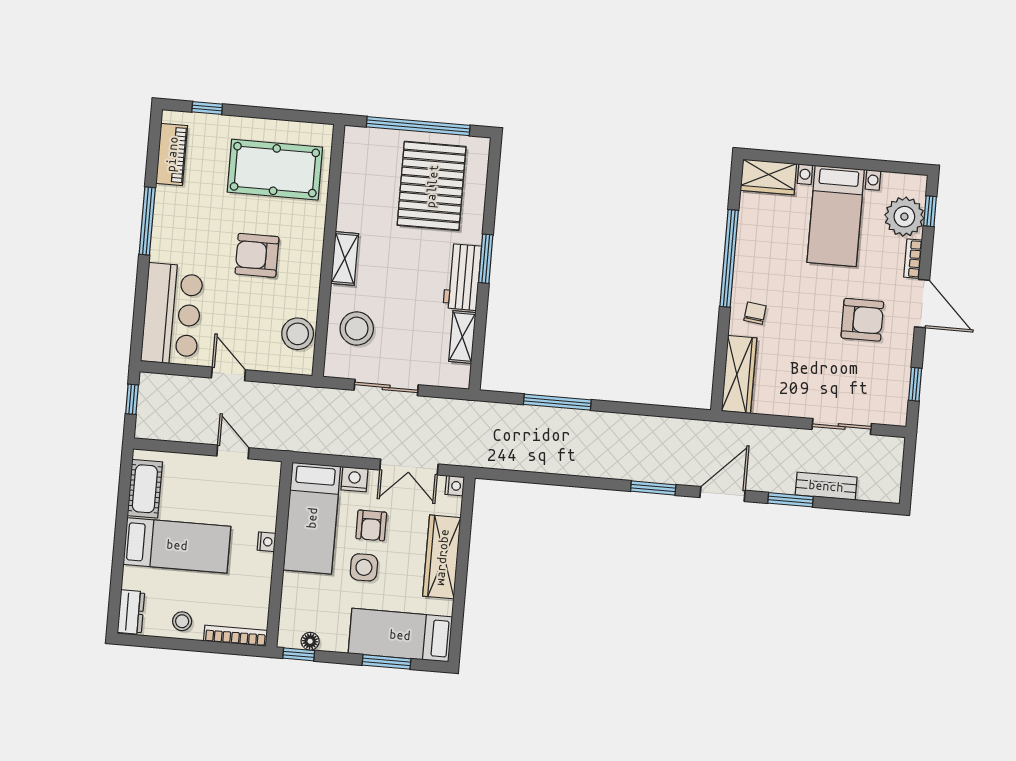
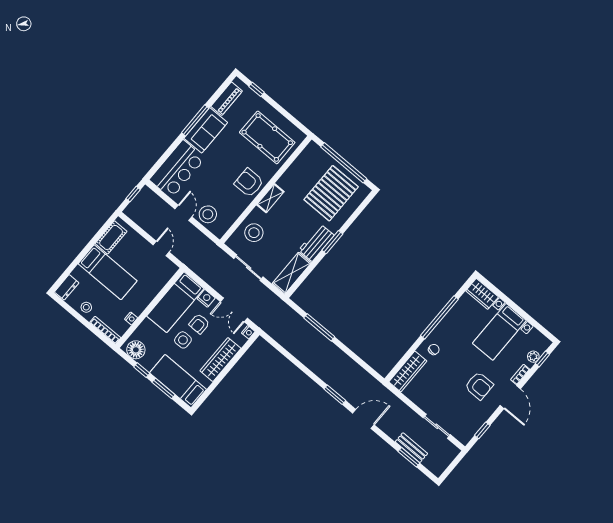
plant: (904, 217) -> (533, 357), width x0.53, depth x0.53
sofa: (174, 225) -> (206, 130), added
armchair: (257, 255) -> (249, 183), moved
stool: (298, 334) -> (208, 214), moved
shelving: (462, 337) -> (292, 273), width x1.50, depth x1.33
window: (791, 500) -> (409, 457), moved
nightstand: (266, 542) -> (131, 319), moved
floor lamp: (310, 641) -> (136, 350), width x1.89, depth x1.89
window: (299, 654) -> (142, 370), moved

